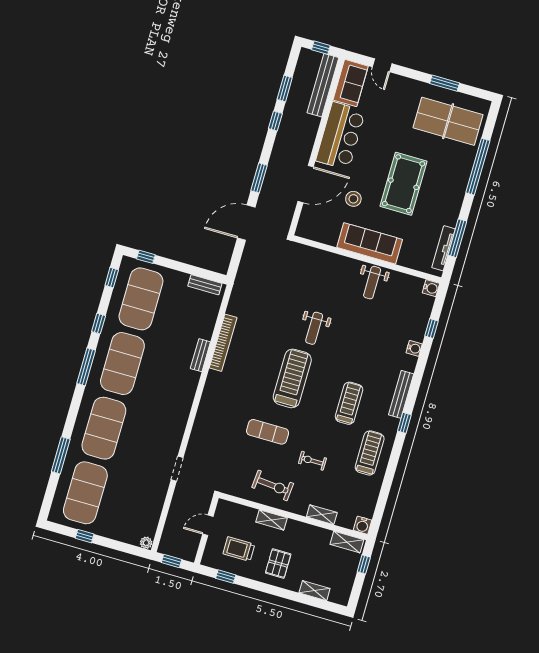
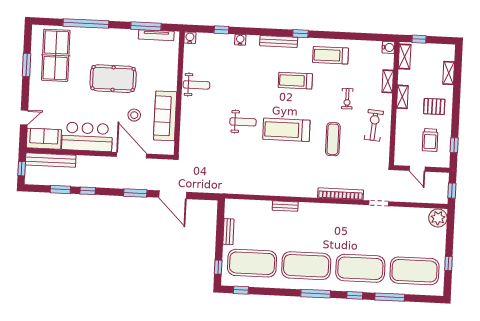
sofa: (370, 243) -> (165, 116), moved
bench: (205, 285) -> (228, 232), moved
window: (99, 324) -> (355, 295), moved
bookcase: (223, 343) -> (341, 194), moved
shelving: (272, 520) -> (402, 97), moved
plant: (146, 543) -> (438, 218), width x1.87, depth x1.87

